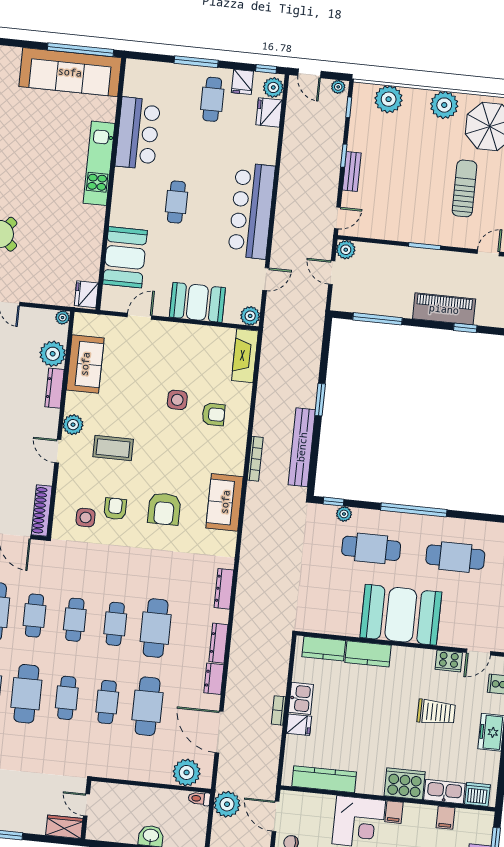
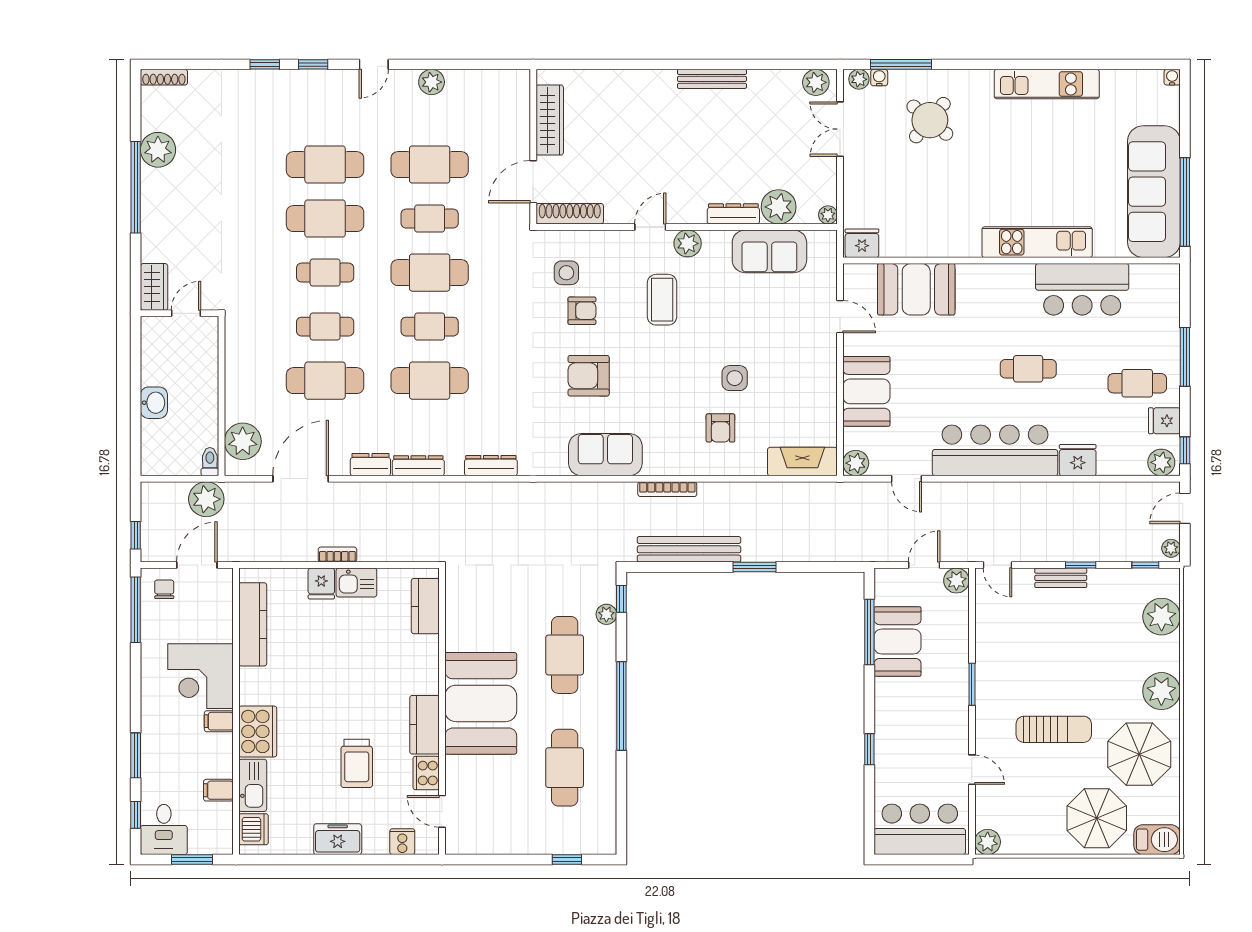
fridge: (269, 112) -> (1078, 460), moved
cafe table: (176, 202) -> (1028, 369), moved
booth: (387, 298) -> (898, 642), added
piano: (444, 309) -> (892, 719), removed
cafe table: (75, 620) -> (430, 273), width x1.37, depth x1.35
kitchen counter: (368, 654) -> (424, 725), moved

